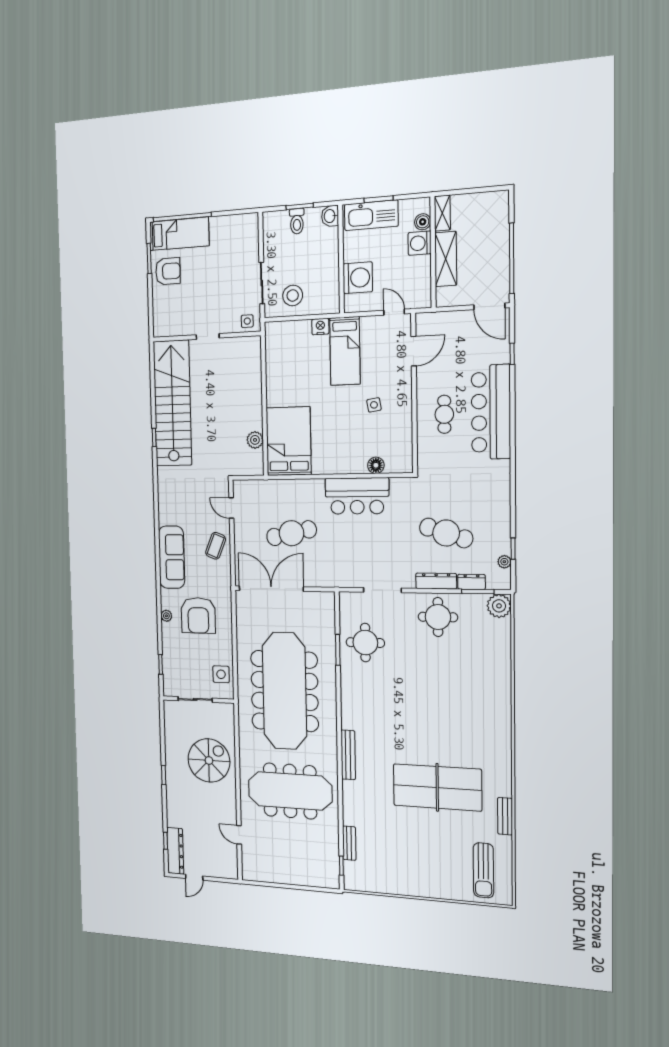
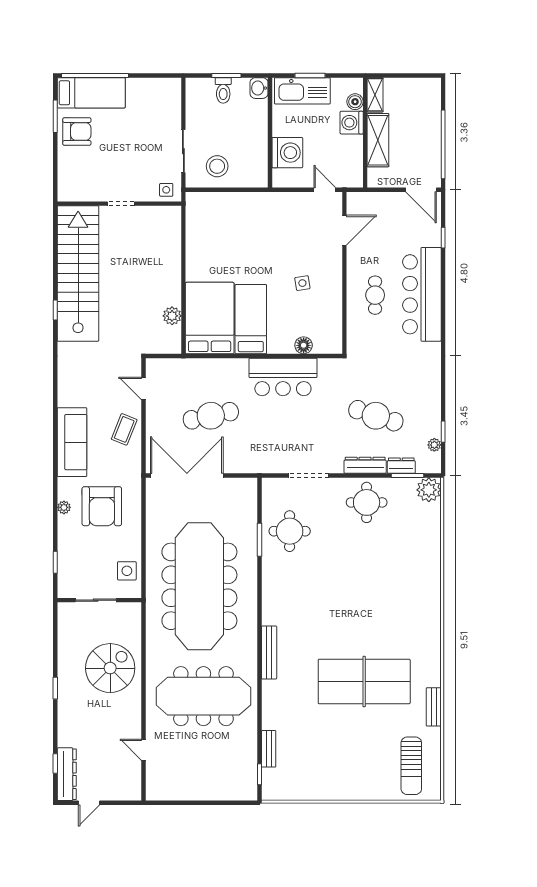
nightstand: (320, 327) -> (247, 200), removed
bed: (345, 351) -> (251, 319), moved, turned 180

